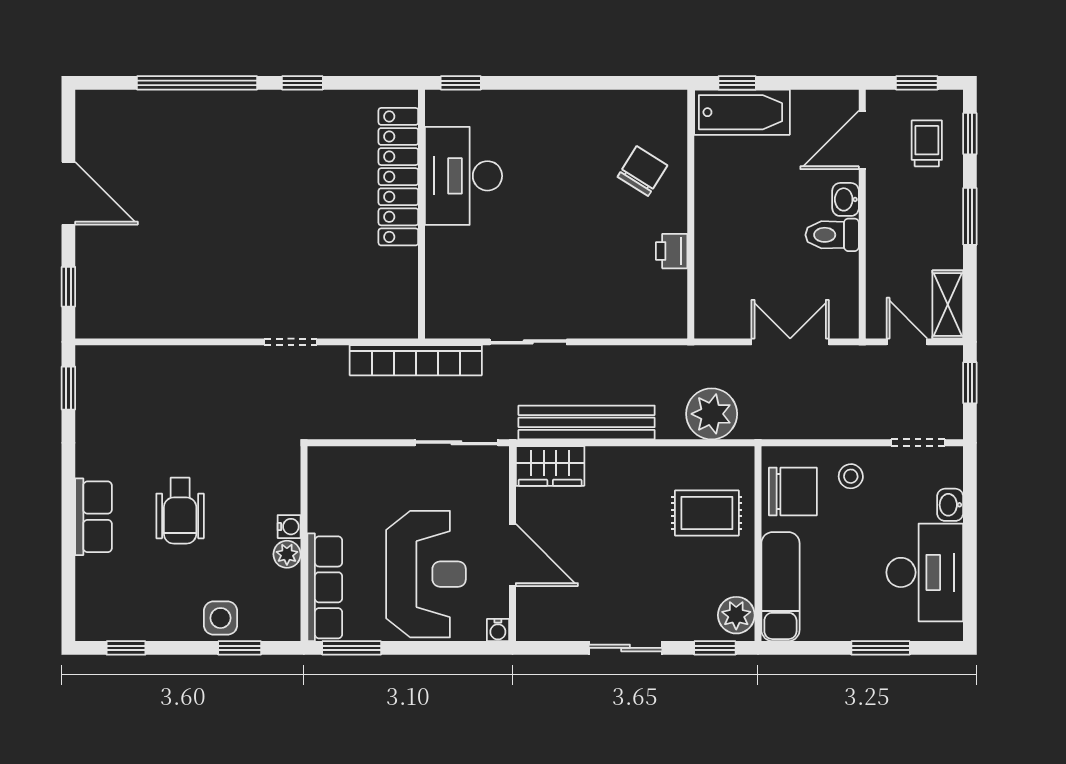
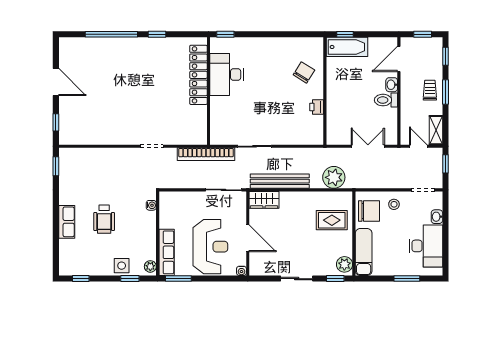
trolley: (927, 143) -> (430, 90), moved
water cooler: (289, 527) -> (151, 205), moved
plant: (287, 554) -> (150, 266), moved

